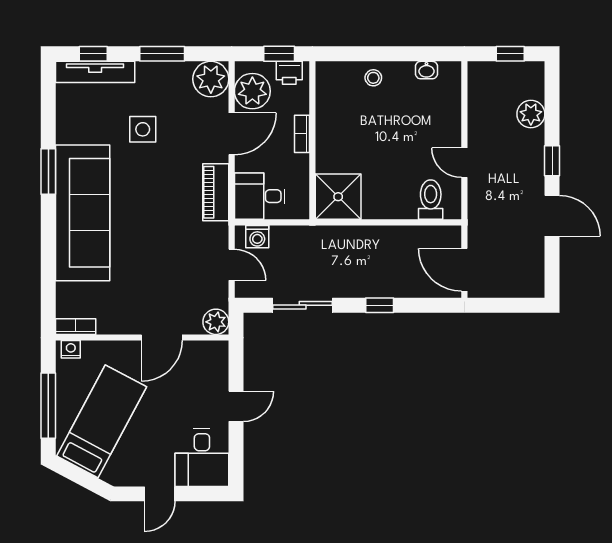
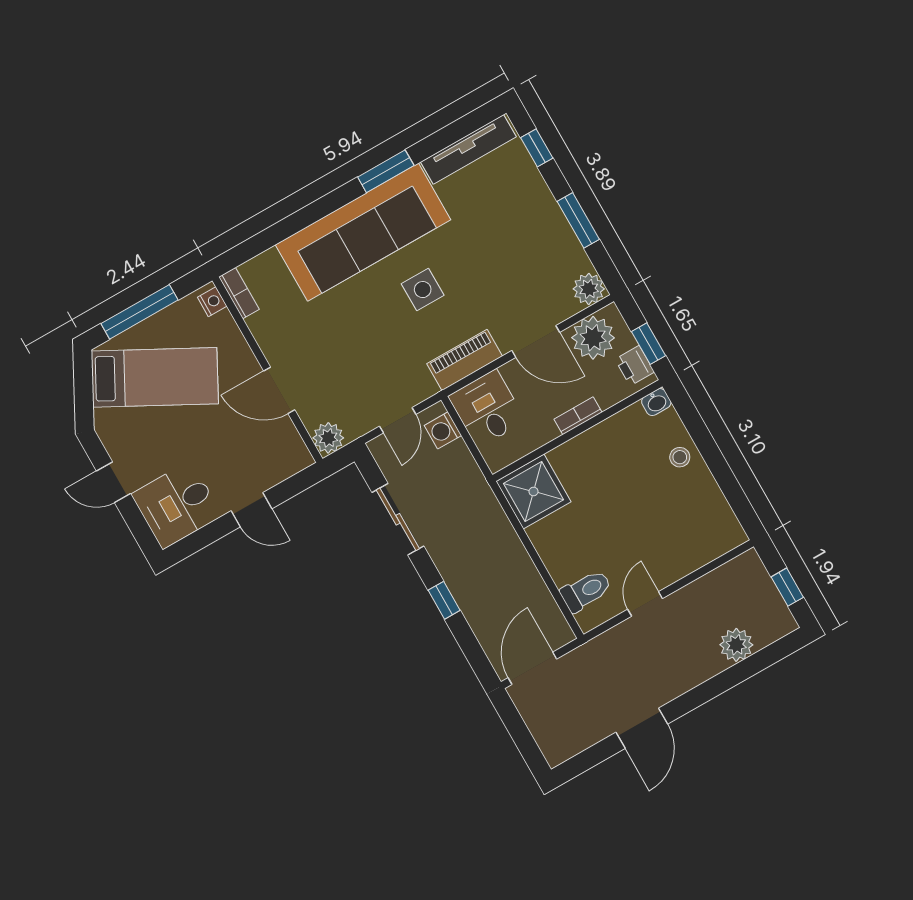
washbasin: (426, 70) -> (656, 402), moved, turned -90
tv unit: (95, 72) -> (468, 149), moved, turned -90
plant: (211, 79) -> (589, 289), width x0.73, depth x0.73
side table: (143, 129) -> (423, 290), moved
window: (552, 161) -> (700, 695), removed

